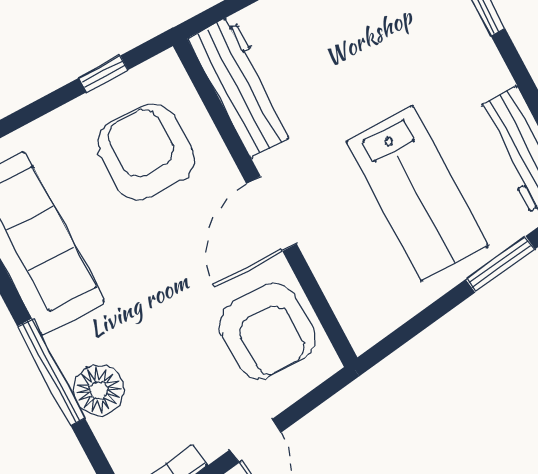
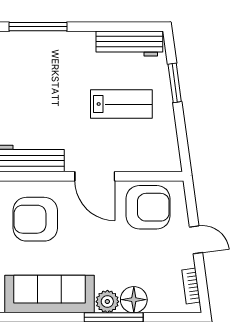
lab bench: (417, 194) -> (121, 104), width x0.73, depth x0.72
plant: (72, 347) -> (107, 302), added

